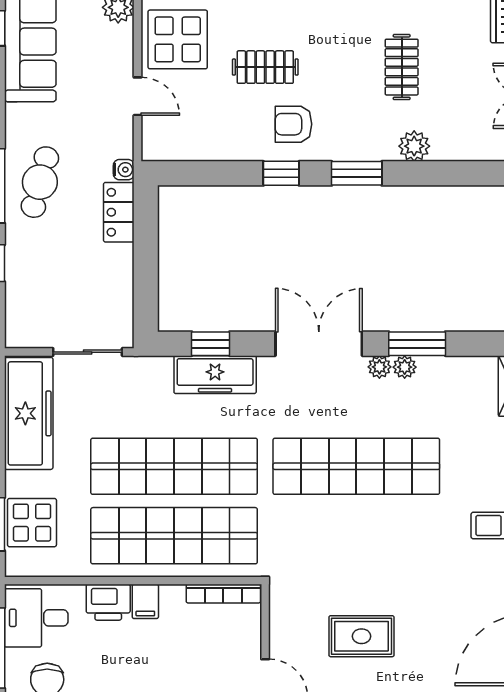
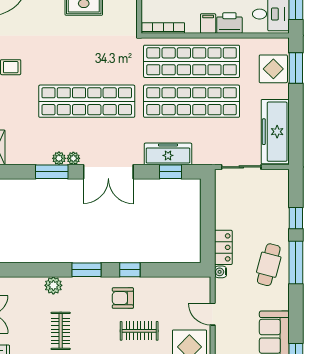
armchair: (294, 124) -> (123, 298), turned 180

